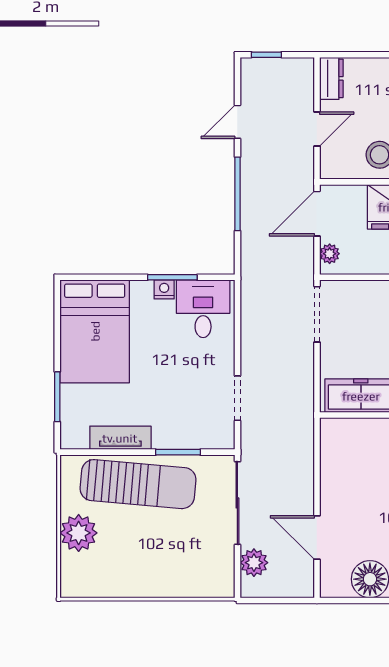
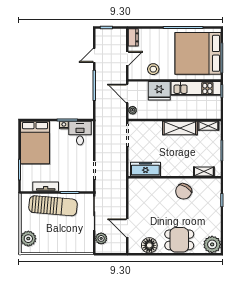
door: (317, 214) -> (127, 94), hinge flipped
plant: (79, 533) -> (28, 239), moved

